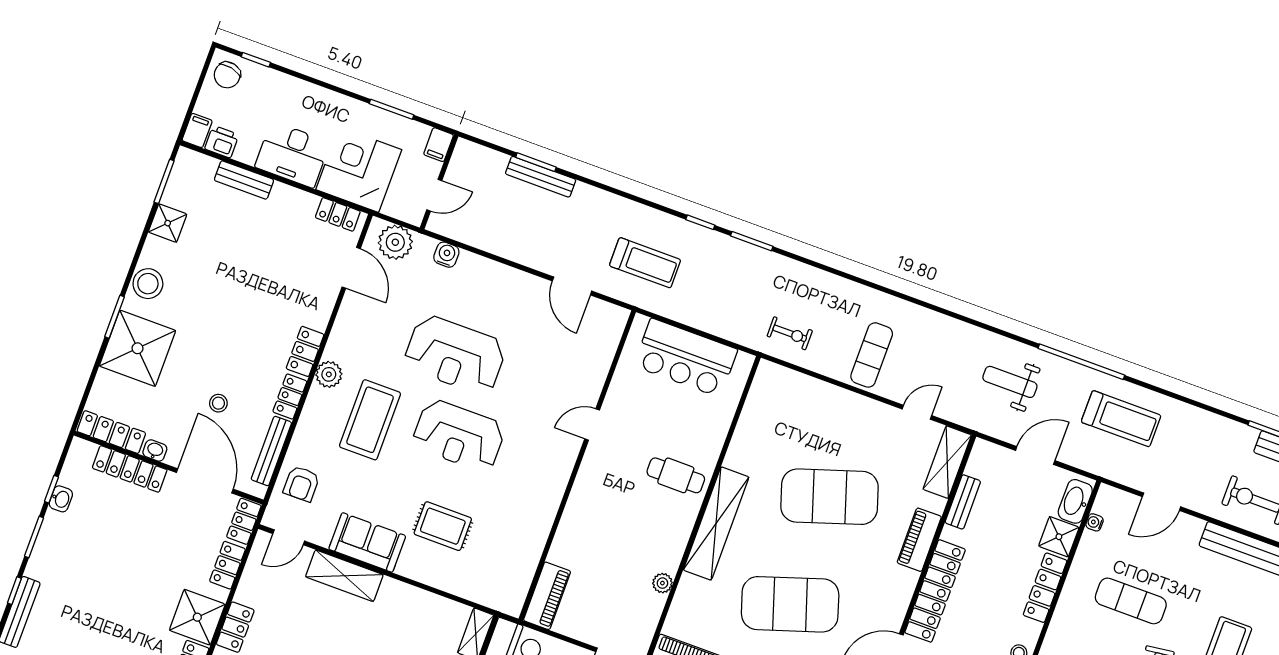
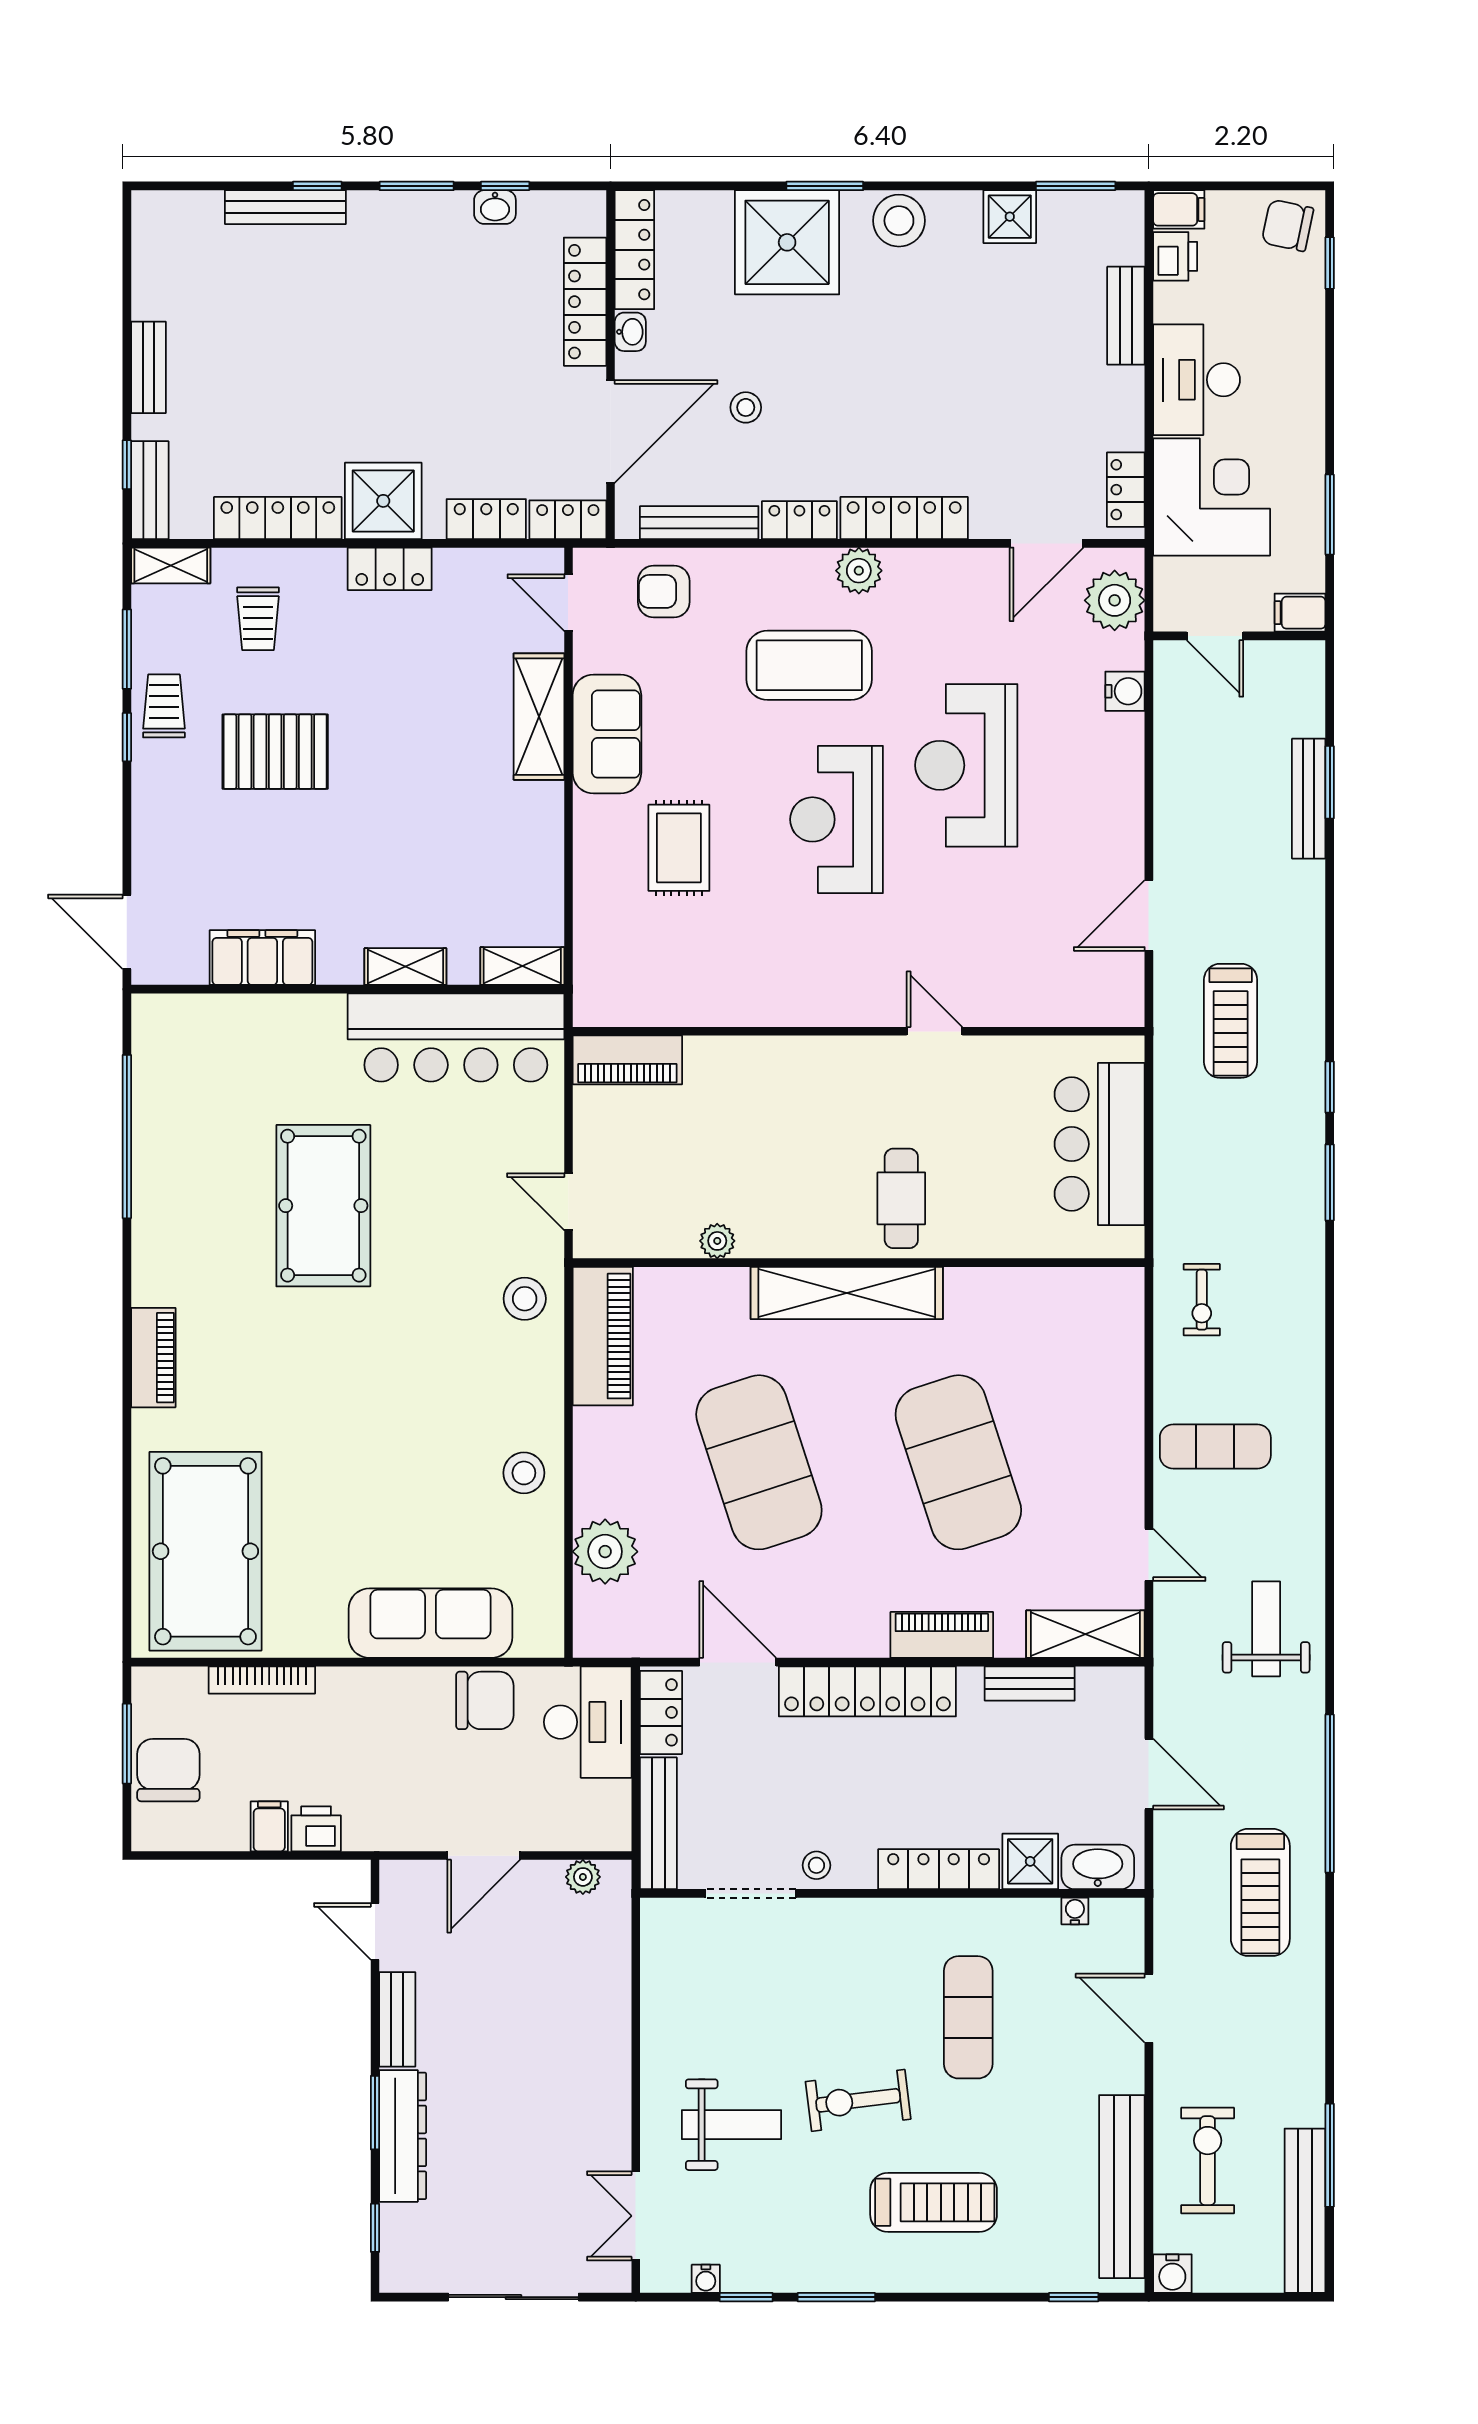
locker: (305, 351) -> (904, 518), width x1.53
weight bench: (1010, 382) -> (1266, 1629), moved

